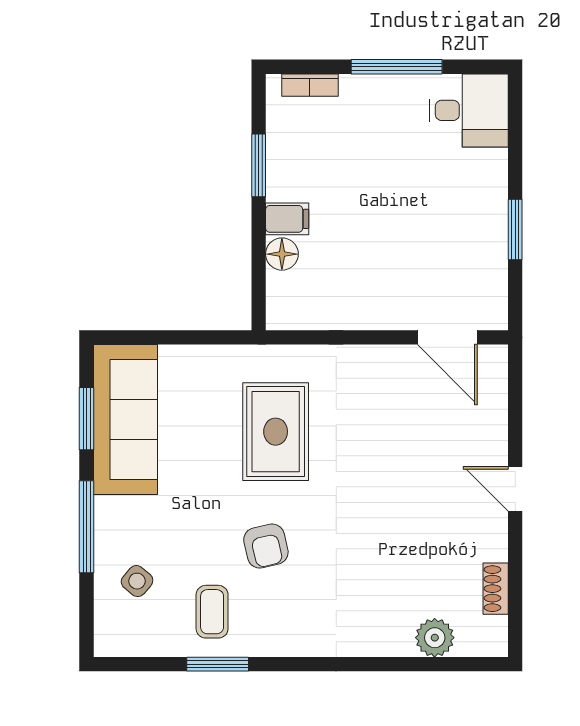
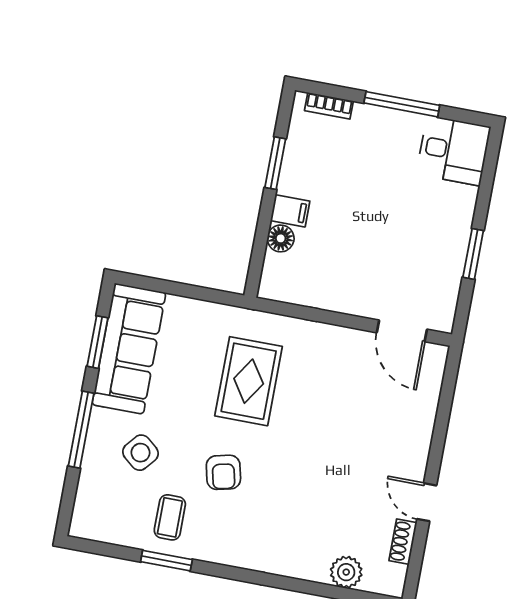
door: (515, 489) -> (427, 502), moved
side table: (137, 581) -> (140, 453), moved, width x1.37, depth x1.37

